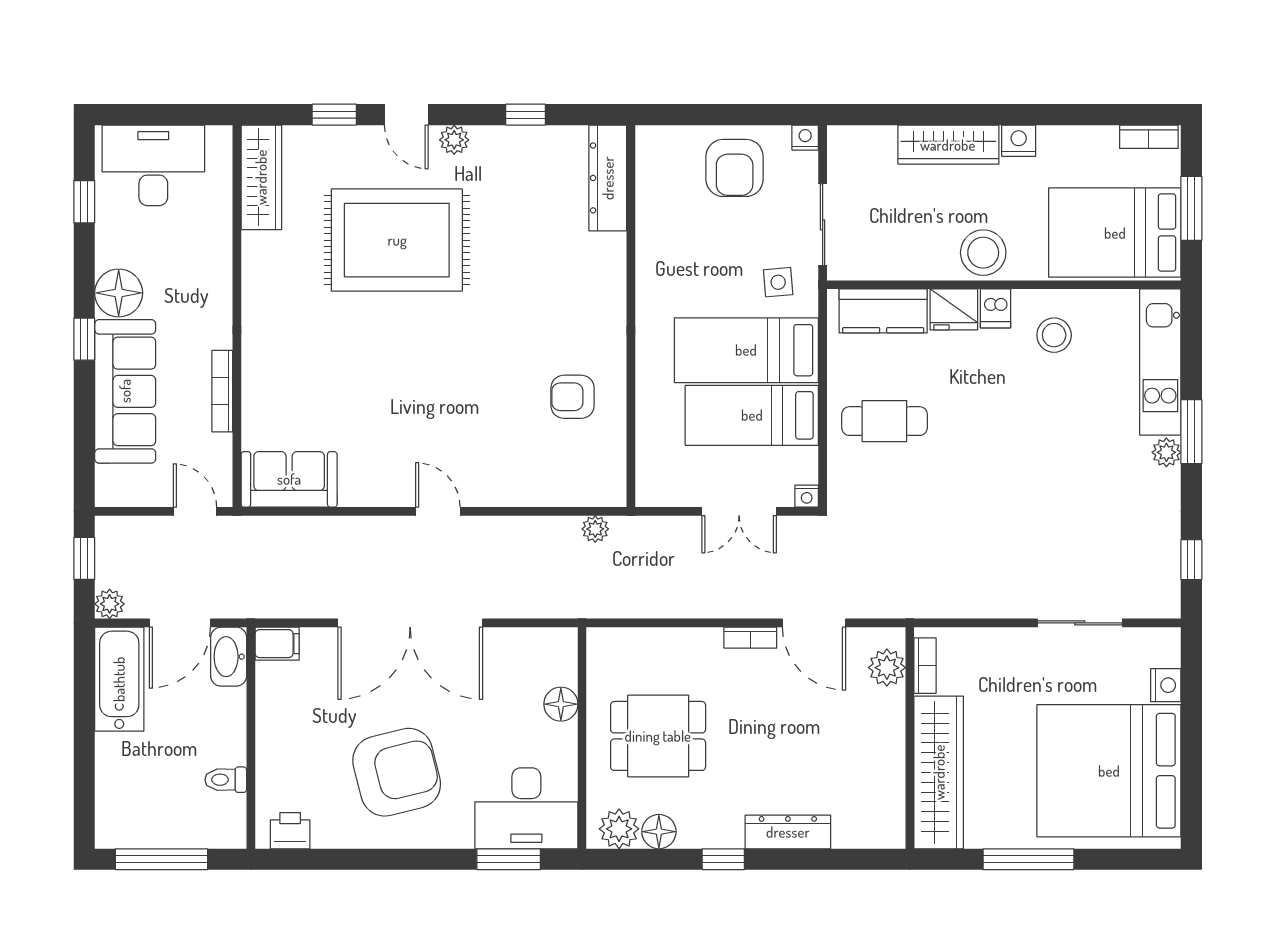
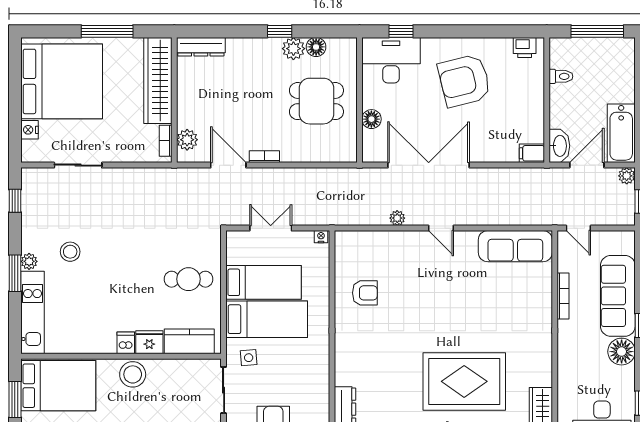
stool: (1054, 335) -> (70, 252), moved
sofa: (289, 479) -> (515, 246), width x1.36
nightstand: (807, 496) -> (321, 237), moved
plant: (595, 529) -> (397, 218), moved
double door: (410, 623) -> (429, 165), moved
plant: (619, 829) -> (293, 49), moved
dresser: (788, 832) -> (201, 47), moved
window: (509, 859) -> (401, 31), width x0.67

